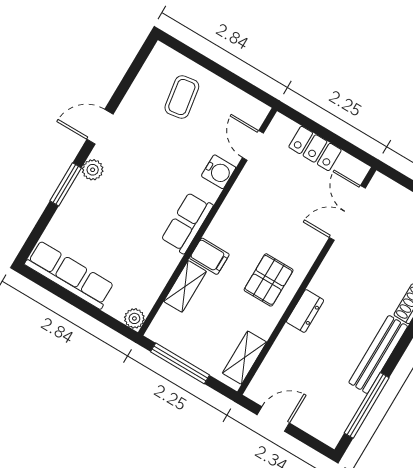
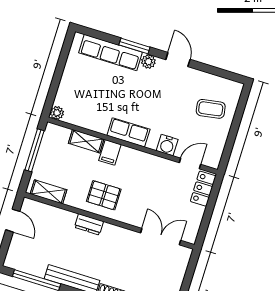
locker: (315, 148) -> (203, 189), moved
row of seats: (70, 275) -> (110, 53), moved, turned 90

